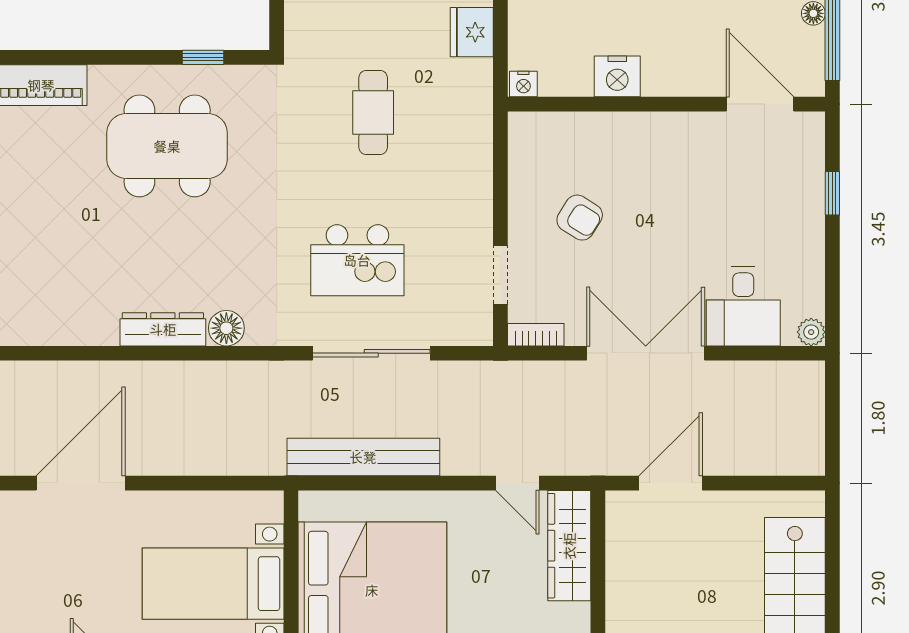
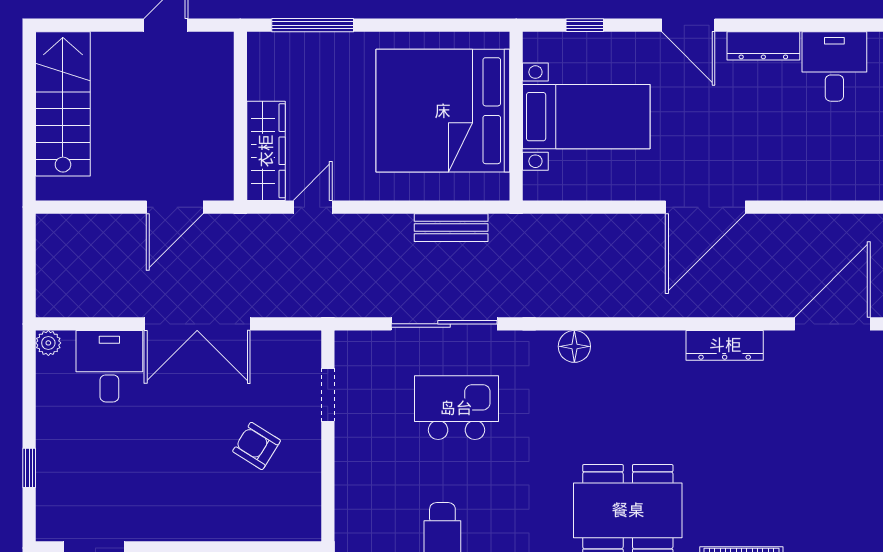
dresser: (163, 329) -> (725, 345), moved
bookcase: (536, 335) -> (296, 341), removed
bench: (363, 457) -> (451, 228), width x0.54, depth x0.82
door: (517, 483) -> (313, 207), hinge flipped

